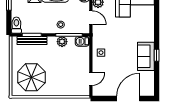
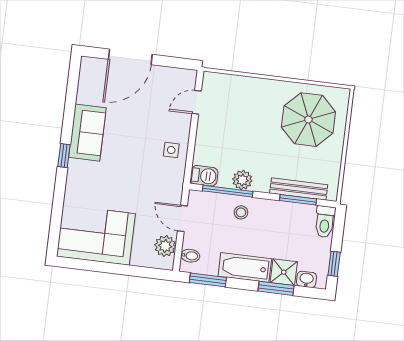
window: (157, 55) -> (64, 156), moved

